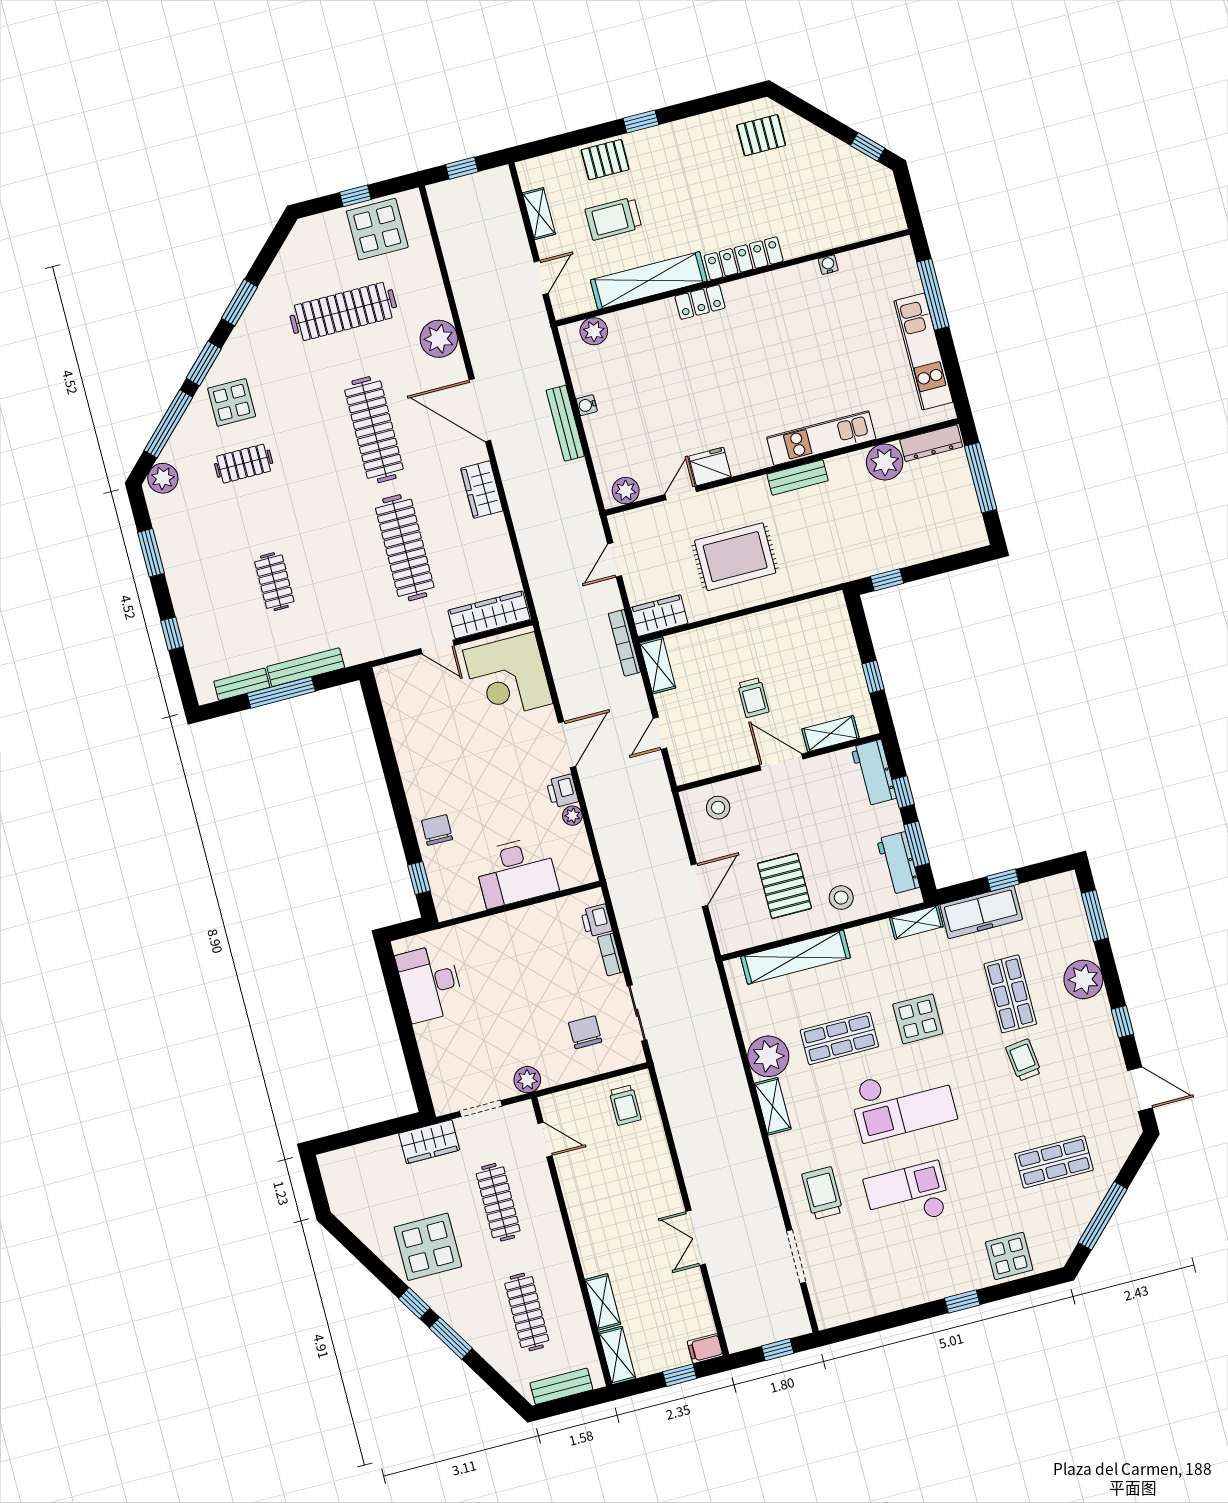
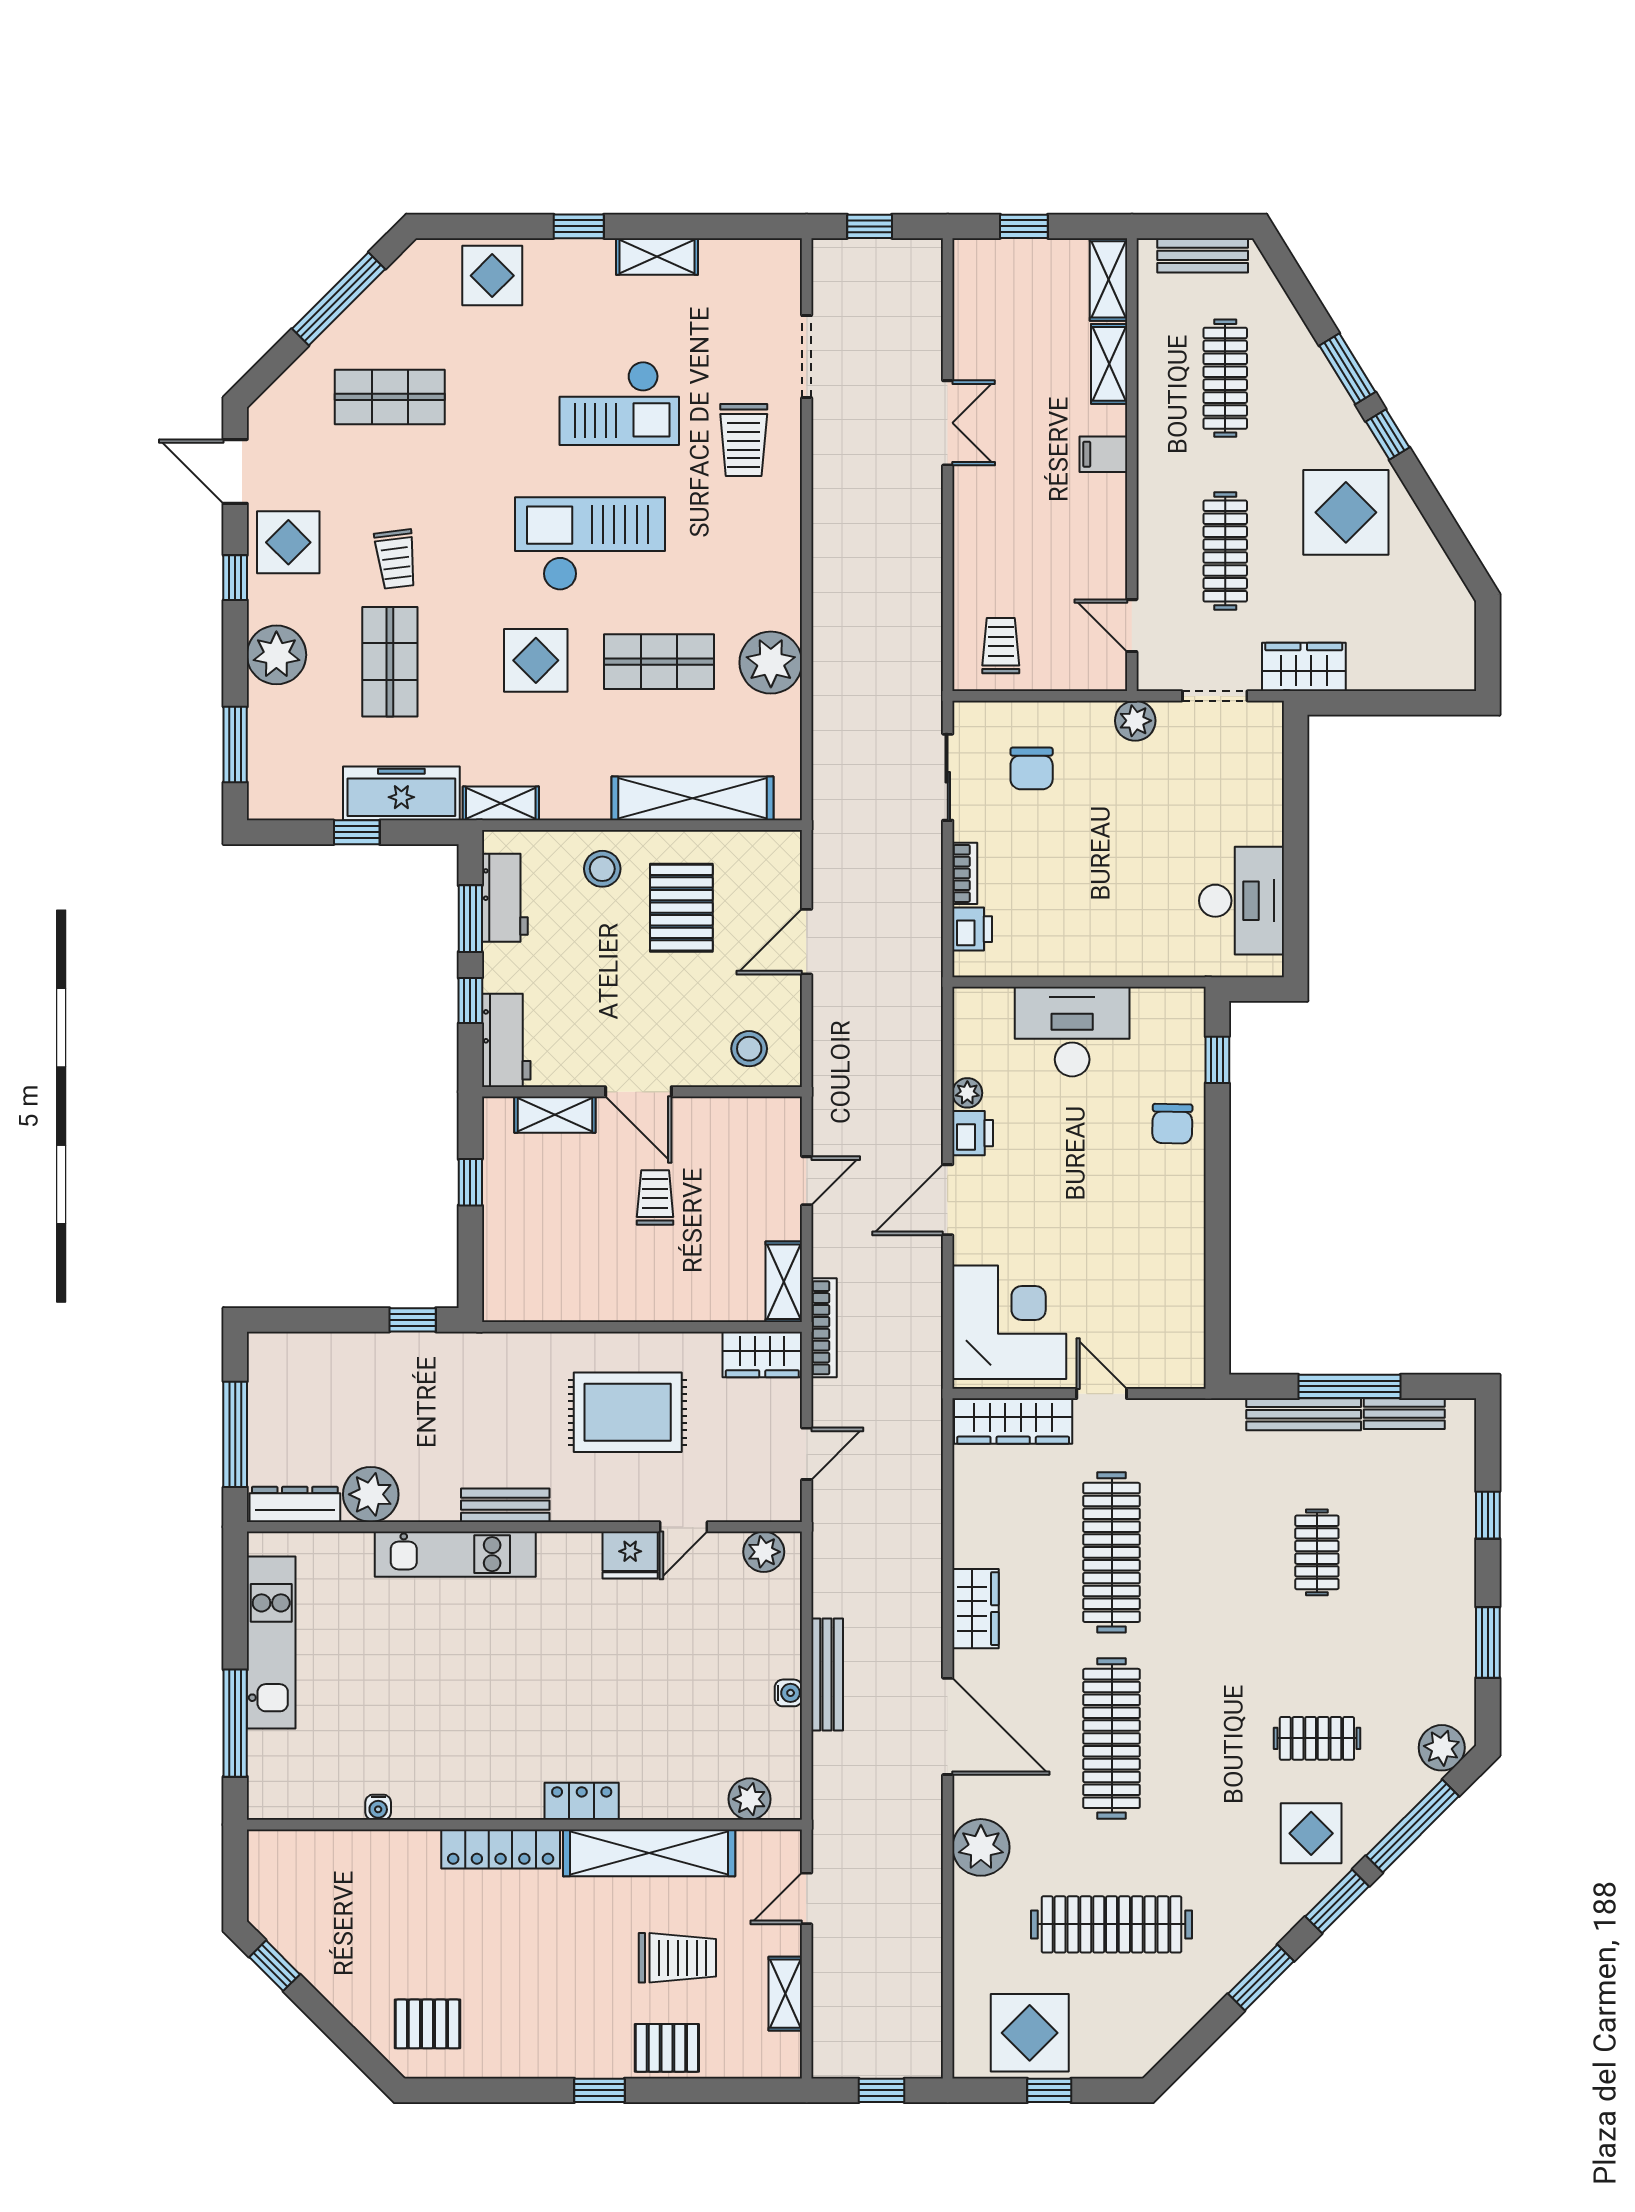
display table: (1094, 1053) -> (288, 542), added
shelving: (773, 1106) -> (657, 257), moved, turned 90
filing cabinet: (705, 1348) -> (1103, 454), moved, turned 180

